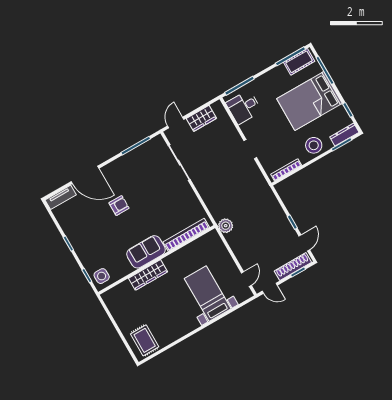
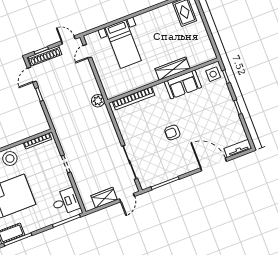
armchair: (119, 206) -> (172, 132), moved
sofa: (146, 252) -> (183, 85), moved

